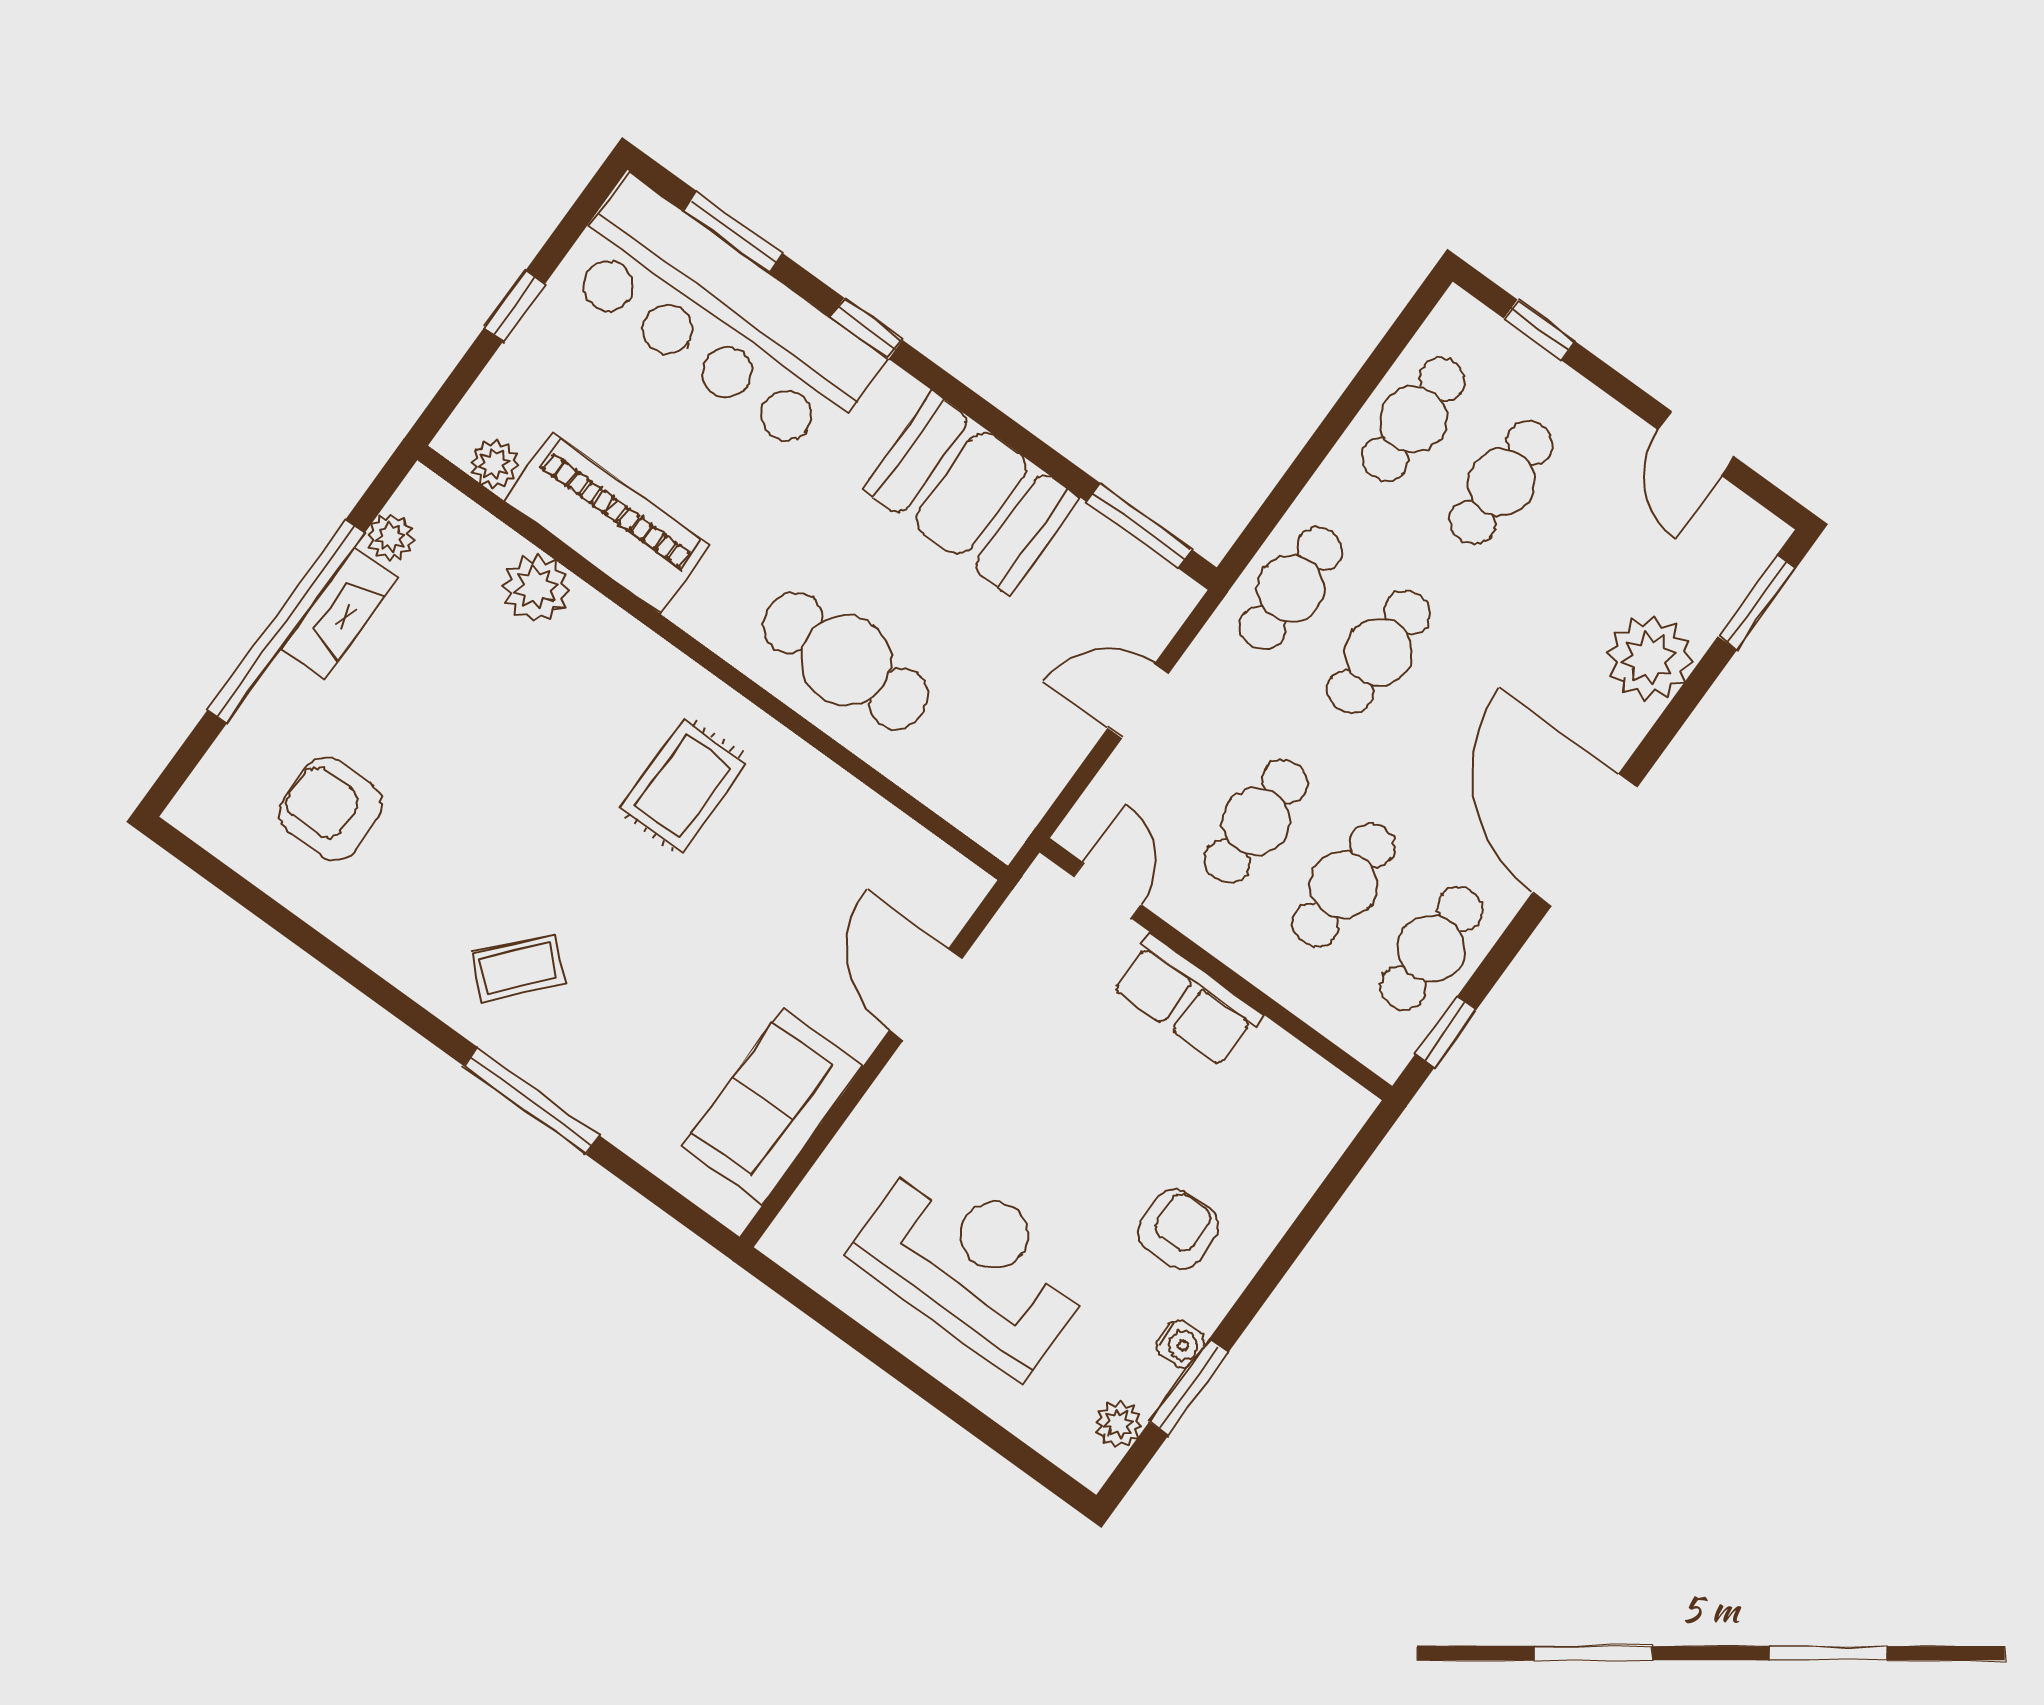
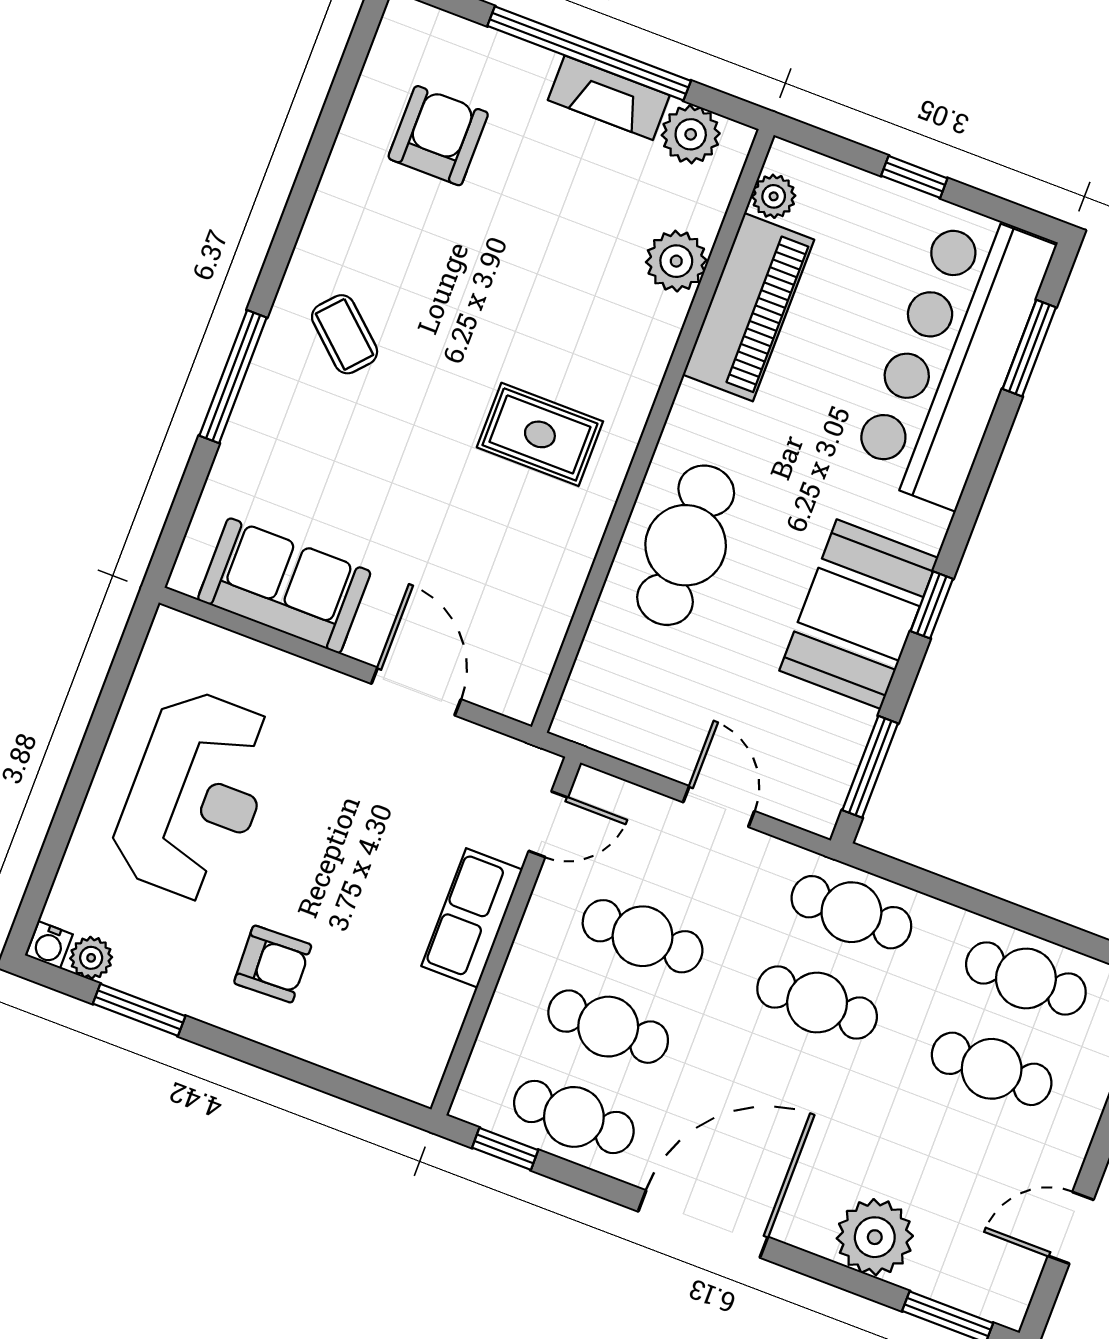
window: (866, 328) -> (932, 605), moved
plant: (391, 537) -> (691, 134), width x1.38, depth x1.38
door: (925, 995) -> (416, 692), hinge flipped
water cooler: (1180, 1344) -> (49, 945), moved

